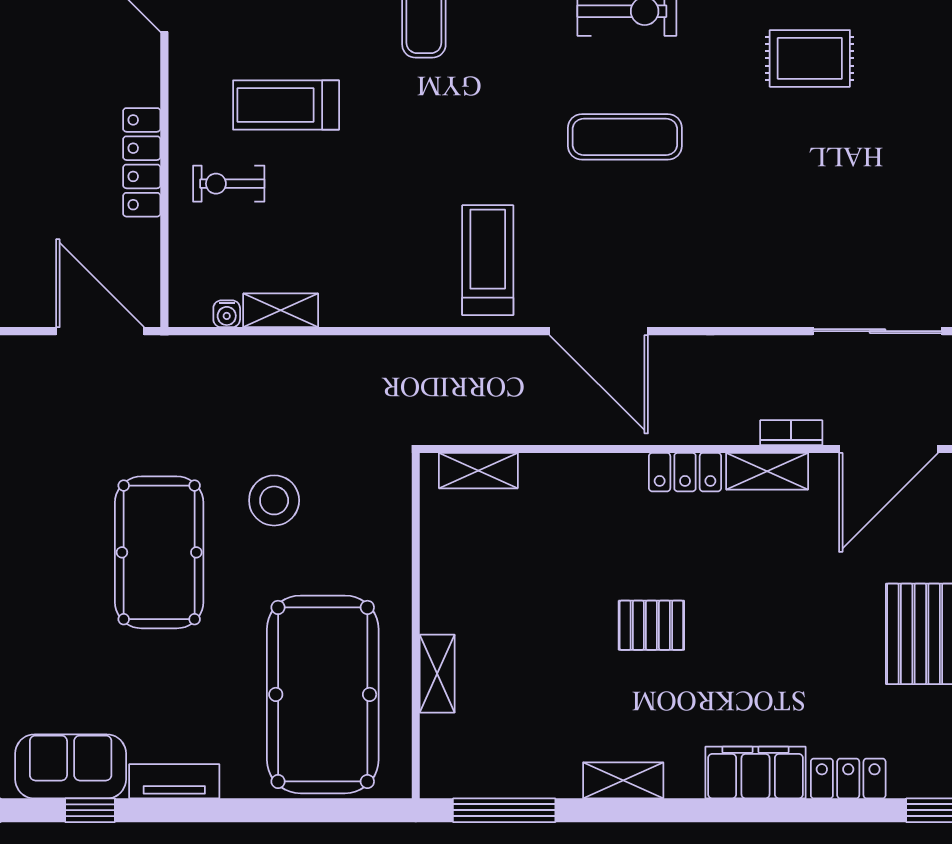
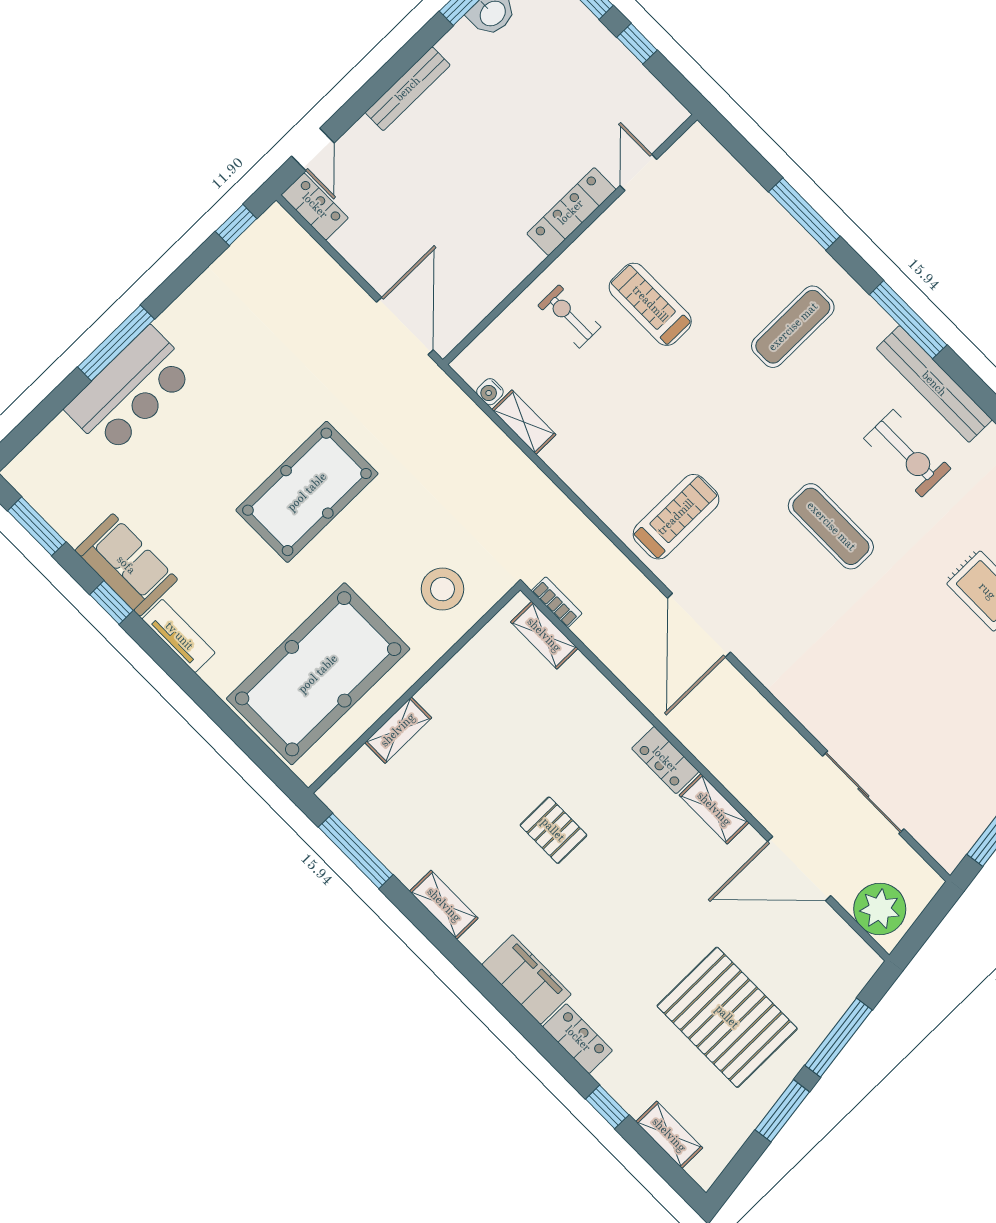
locker: (142, 162) -> (571, 212), moved
bookcase: (791, 433) -> (557, 602), moved
stool: (274, 500) -> (442, 589), moved

